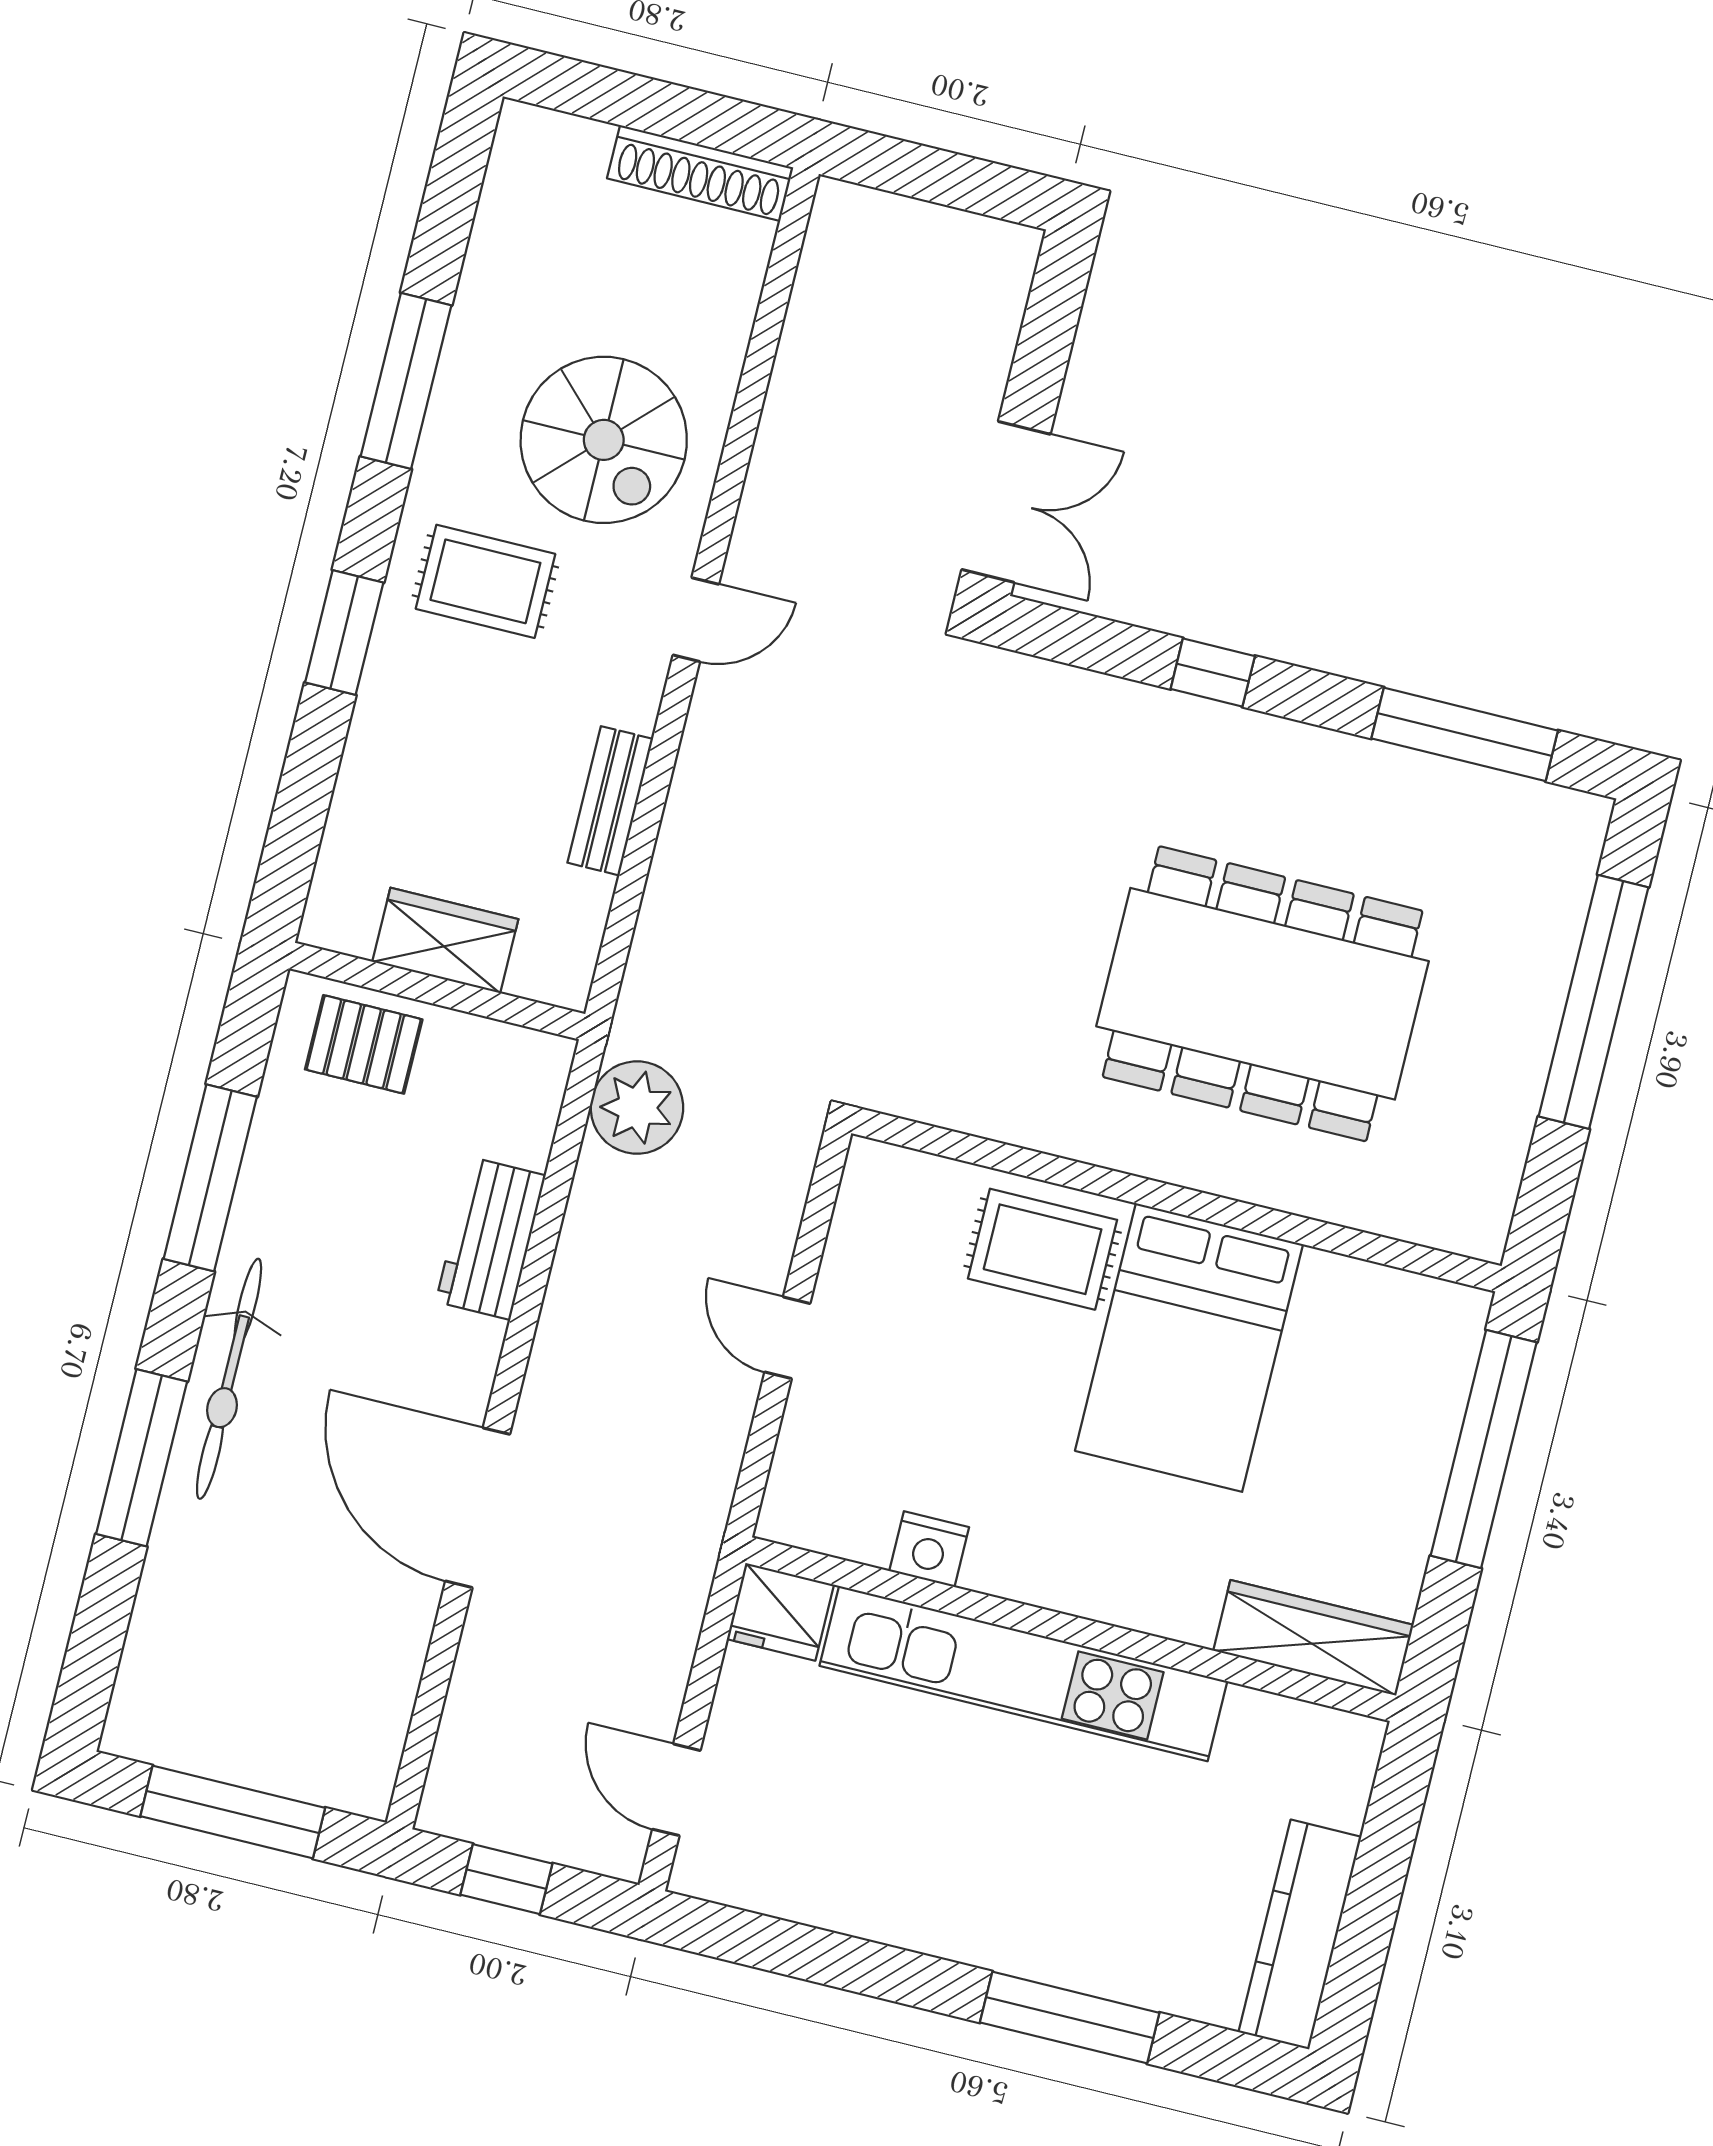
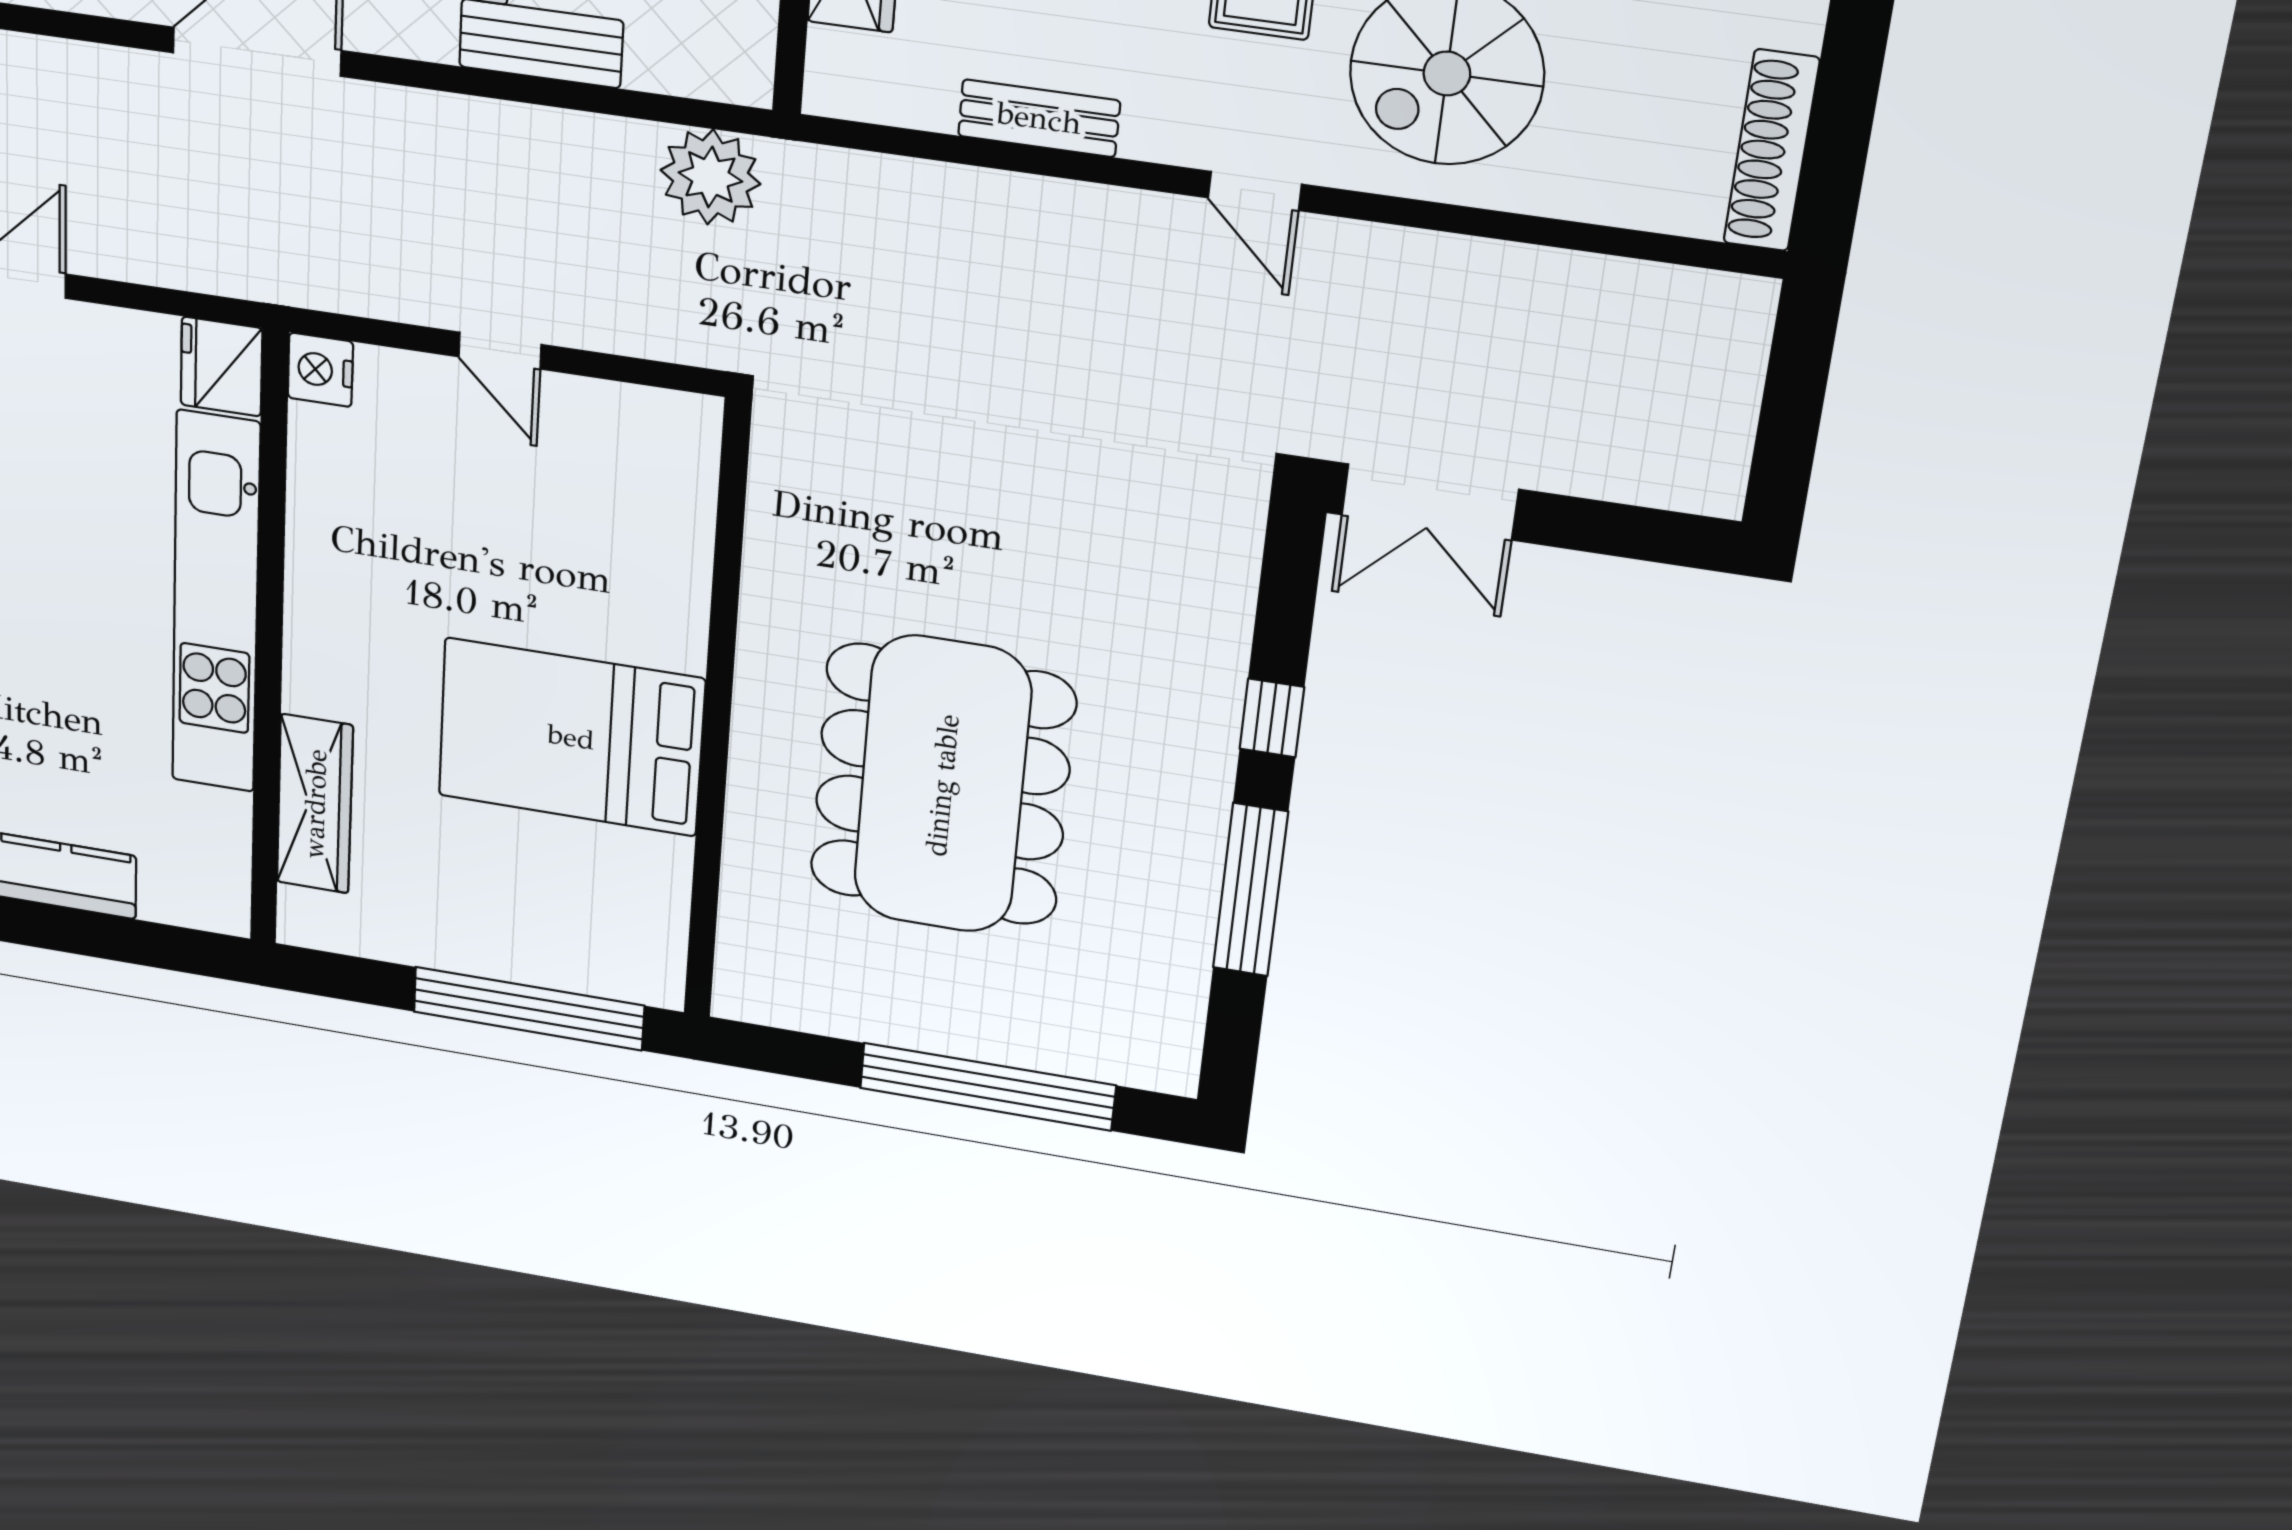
window: (1465, 734) -> (1250, 890), moved
rug: (1043, 1249) -> (641, 593), removed
door: (787, 1338) -> (500, 351), swing flipped
nightstand: (929, 1549) -> (320, 370), moved
wardrobe: (1313, 1638) -> (315, 804), moved

